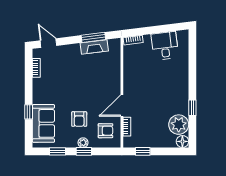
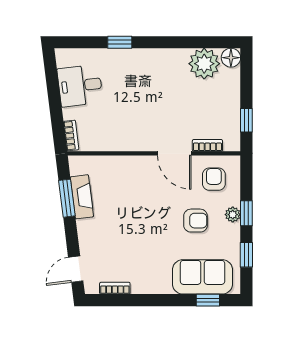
window: (192, 108) -> (120, 42), moved
window: (29, 112) -> (208, 300), moved

